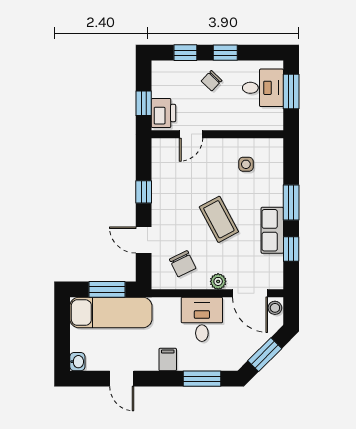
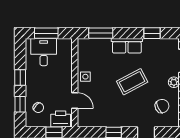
chair: (212, 81) -> (38, 108), moved
side table: (246, 164) -> (85, 77), moved
window: (291, 203) -> (101, 33), moved
row of seats: (272, 230) -> (127, 46), moved

